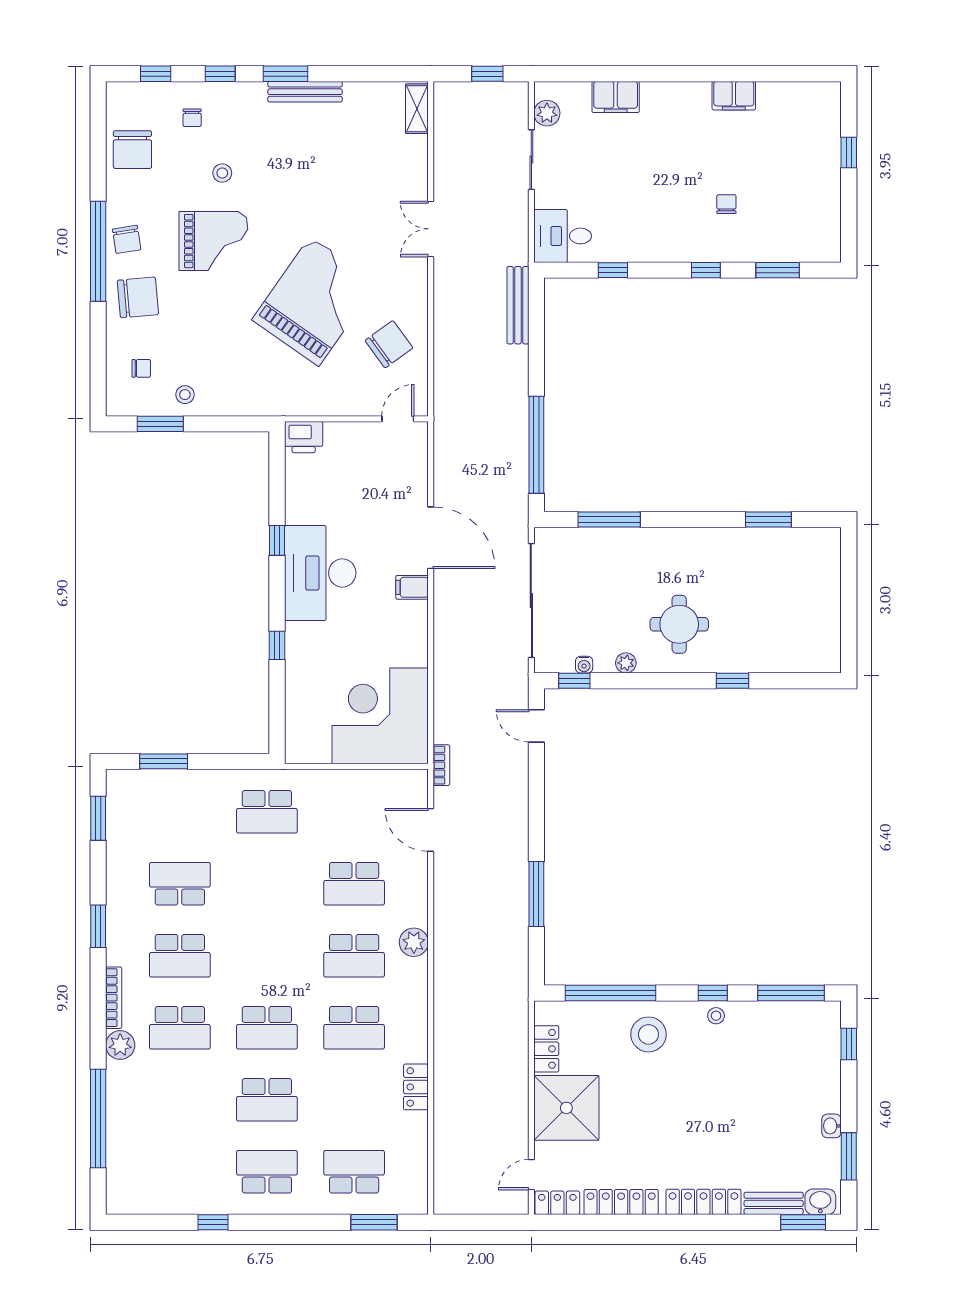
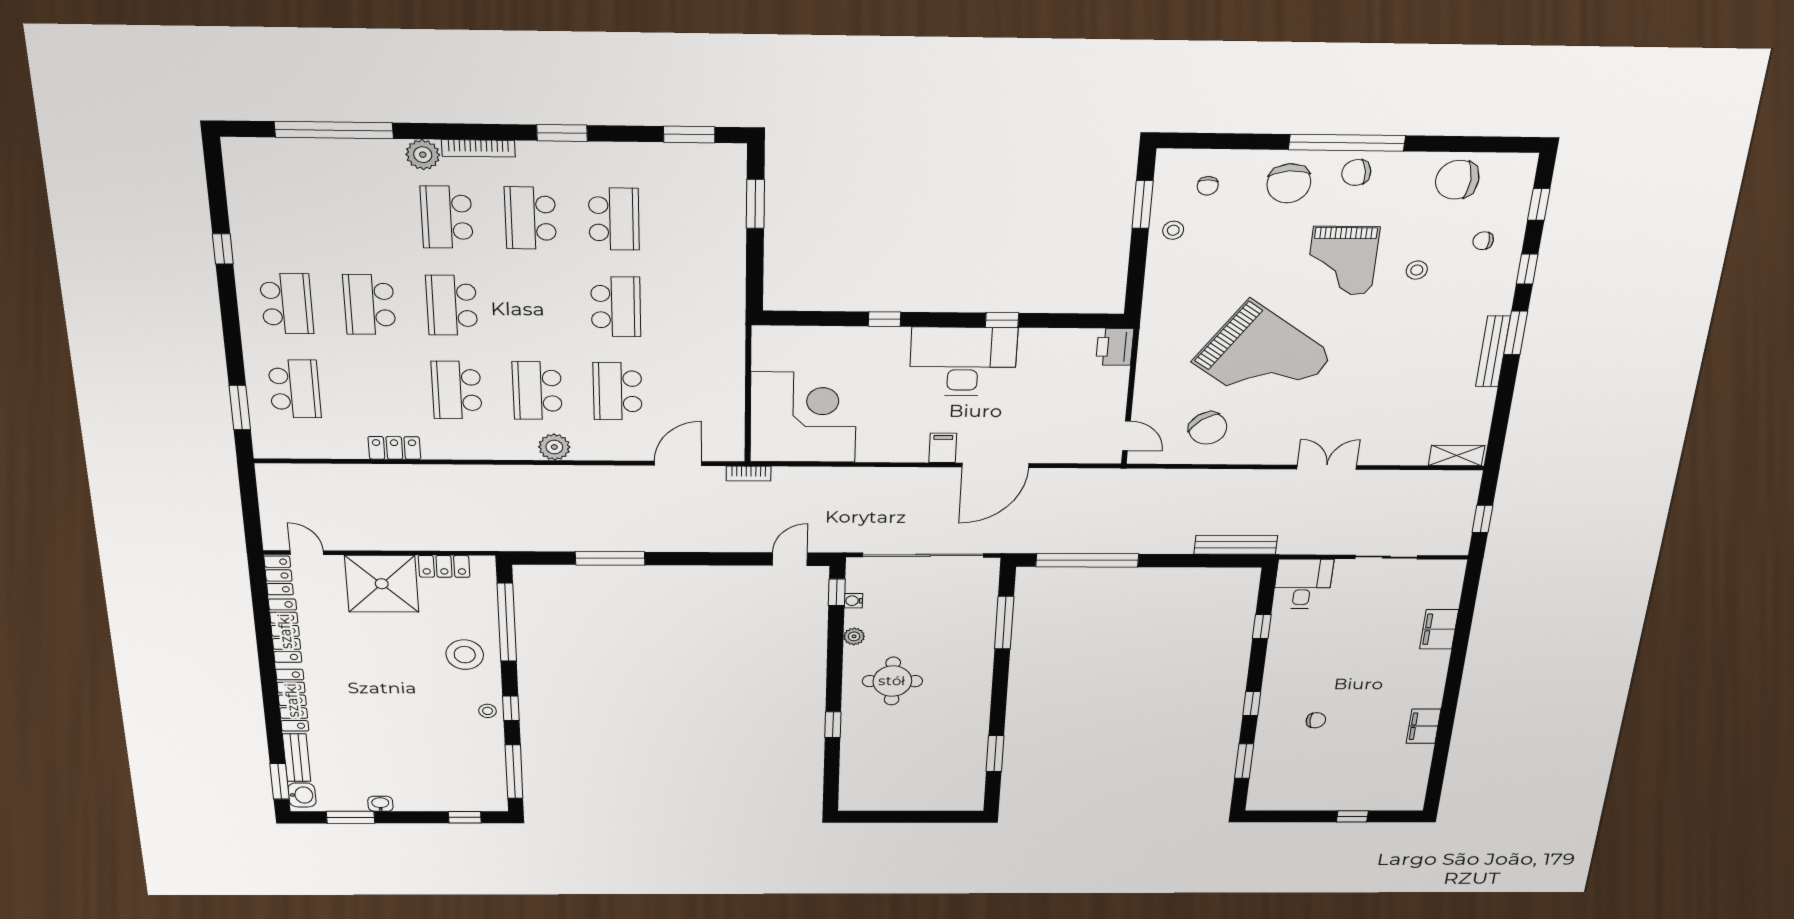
plant: (547, 113) -> (1432, 571), removed
school desk: (267, 812) -> (616, 307), moved, turned 180

